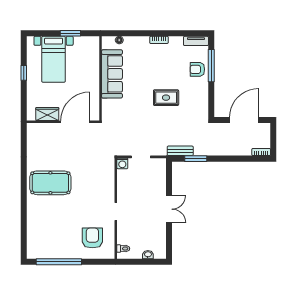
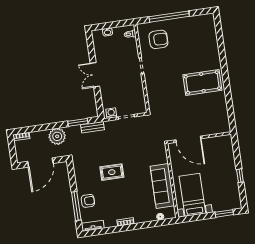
window: (70, 33) -> (224, 213), moved
bed with nightstands: (54, 59) -> (192, 195), moved
wardrobe: (47, 114) -> (214, 143), removed
door: (75, 122) -> (188, 139), hinge flipped
plant: (221, 146) -> (57, 136), added
washing machine: (122, 163) -> (111, 113), moved
armchair: (92, 238) -> (158, 39), turned -90
window: (59, 262) -> (169, 17), moved

